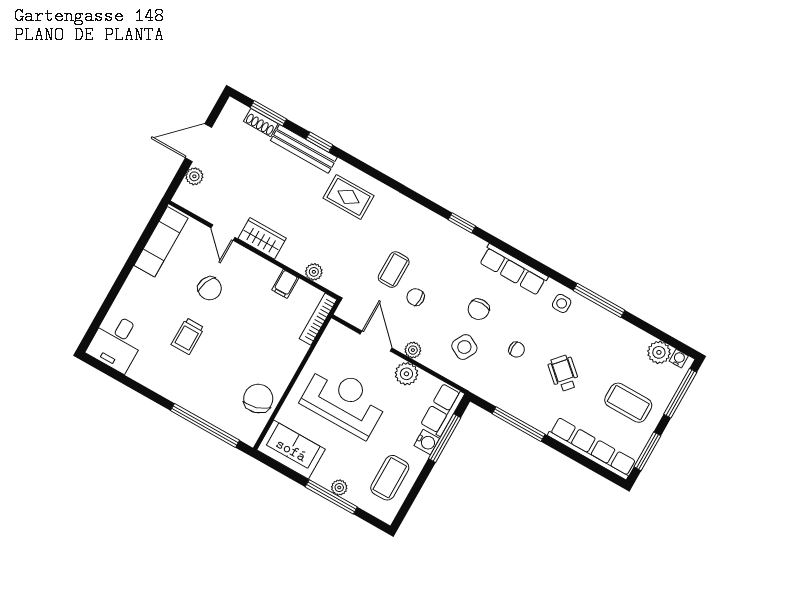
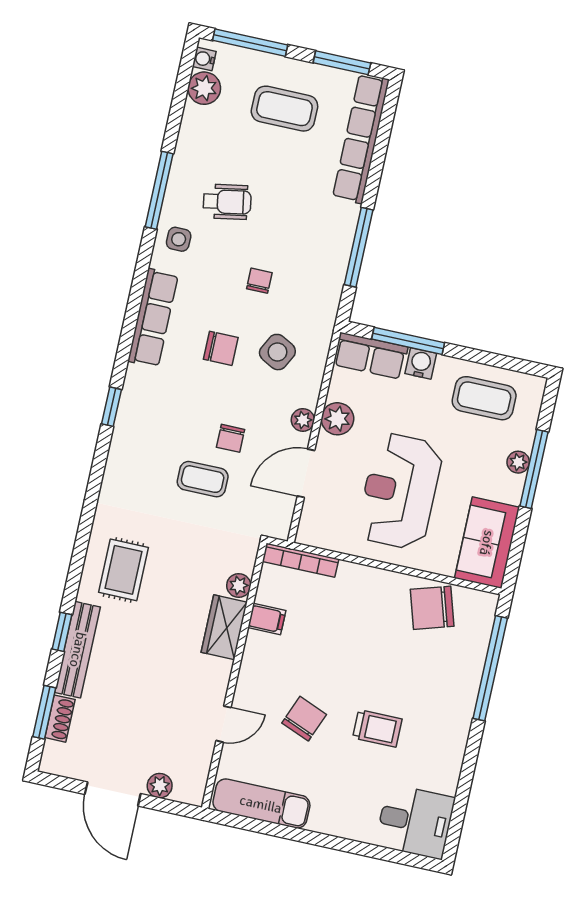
wardrobe: (262, 238) -> (224, 627), moved
wheelchair: (564, 373) -> (227, 202), moved, turned -142
coffee table: (628, 403) -> (284, 109), turned 90

